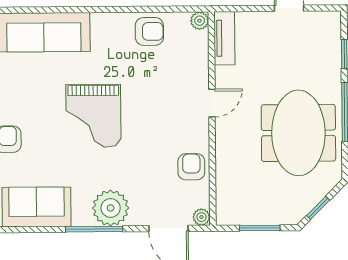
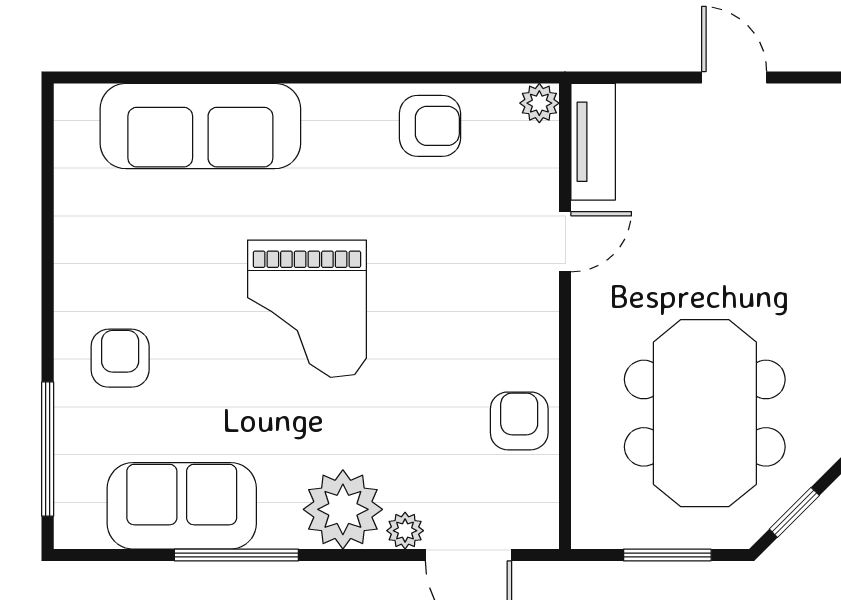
door: (212, 103) -> (565, 242), moved
meeting table: (298, 133) -> (705, 413), moved
plant: (201, 217) -> (405, 531), moved
window: (94, 229) -> (236, 555), moved

